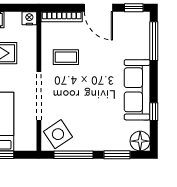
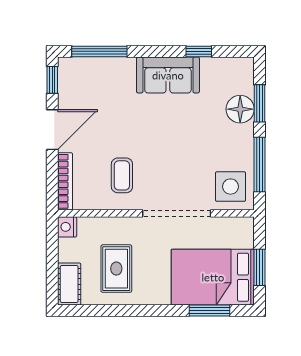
sofa: (137, 90) -> (168, 75), width x0.73
side table: (58, 134) -> (230, 187), turned 34
floor lamp: (140, 141) -> (240, 109), moved

